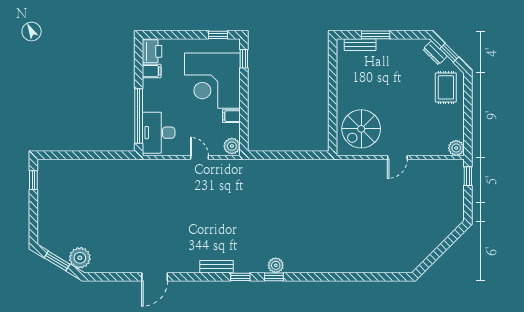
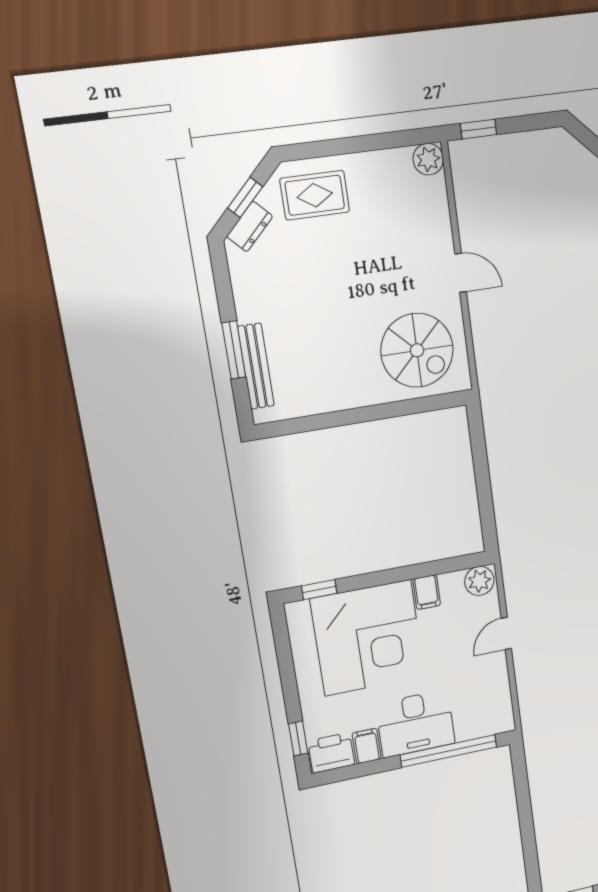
window: (218, 35) -> (298, 738), moved
bench: (360, 45) -> (256, 366), width x1.36
desk: (159, 133) -> (416, 723), moved

